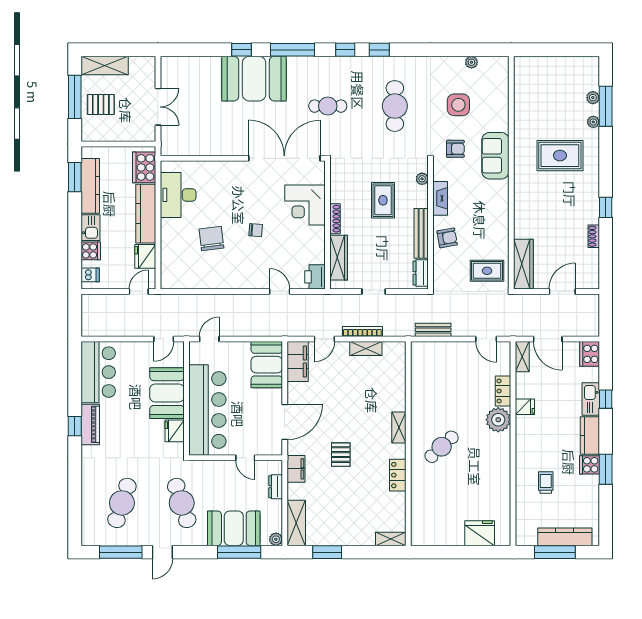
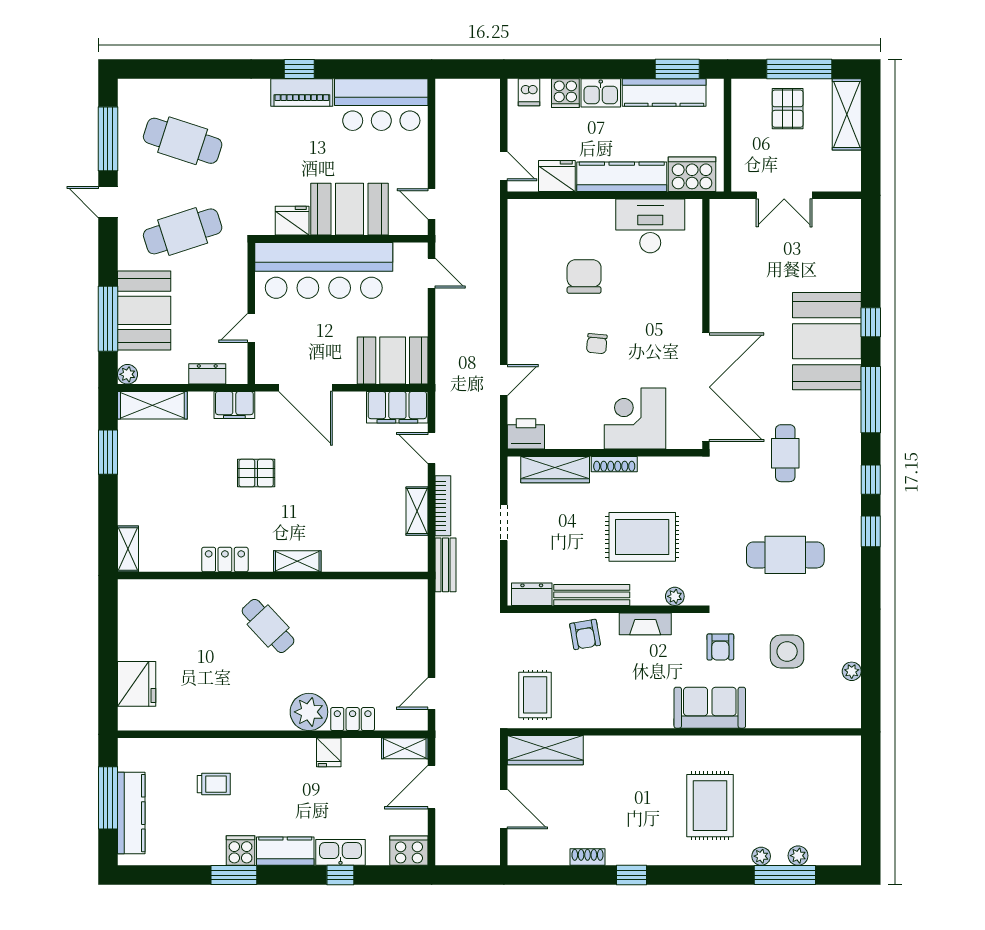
rug: (383, 200) -> (642, 537), width x1.36, depth x1.43
chair: (211, 239) -> (584, 276), turned -83
bench: (433, 330) -> (446, 565), moved

